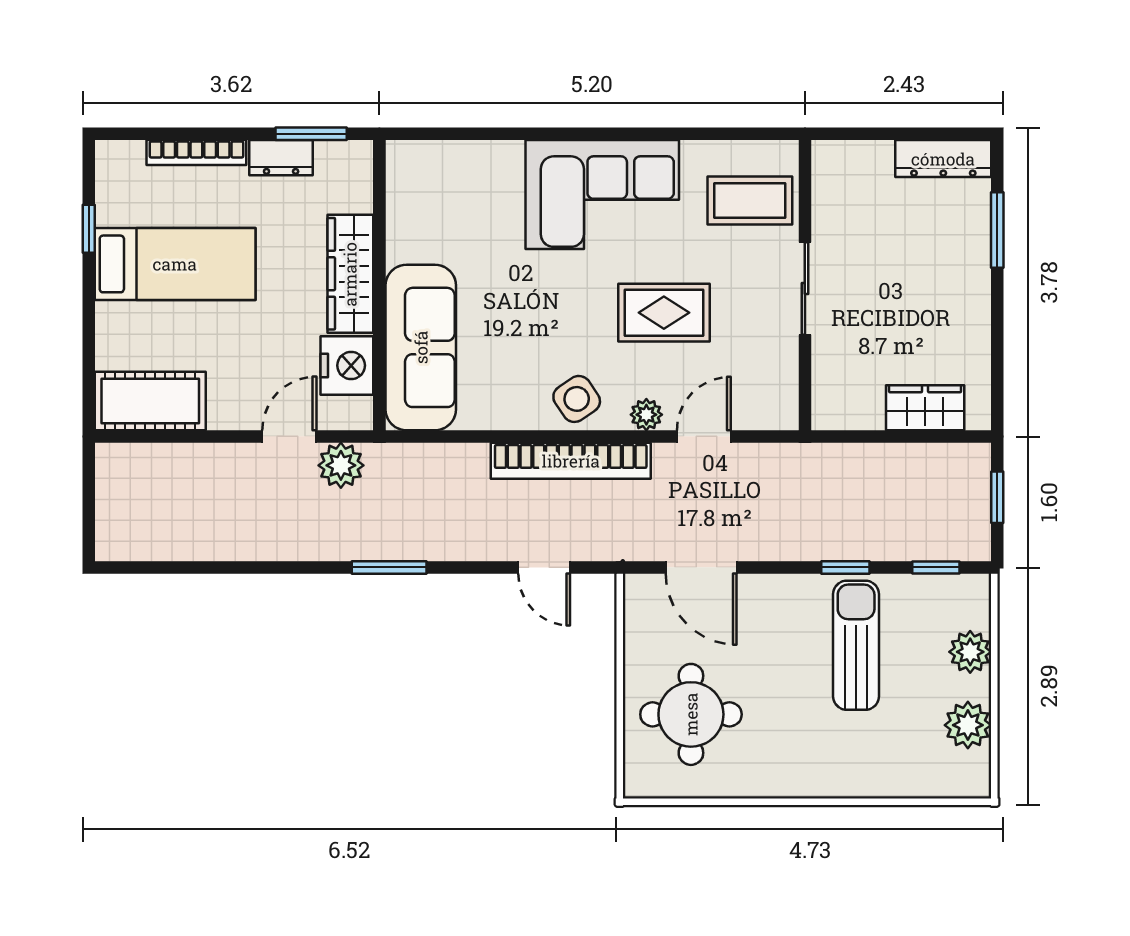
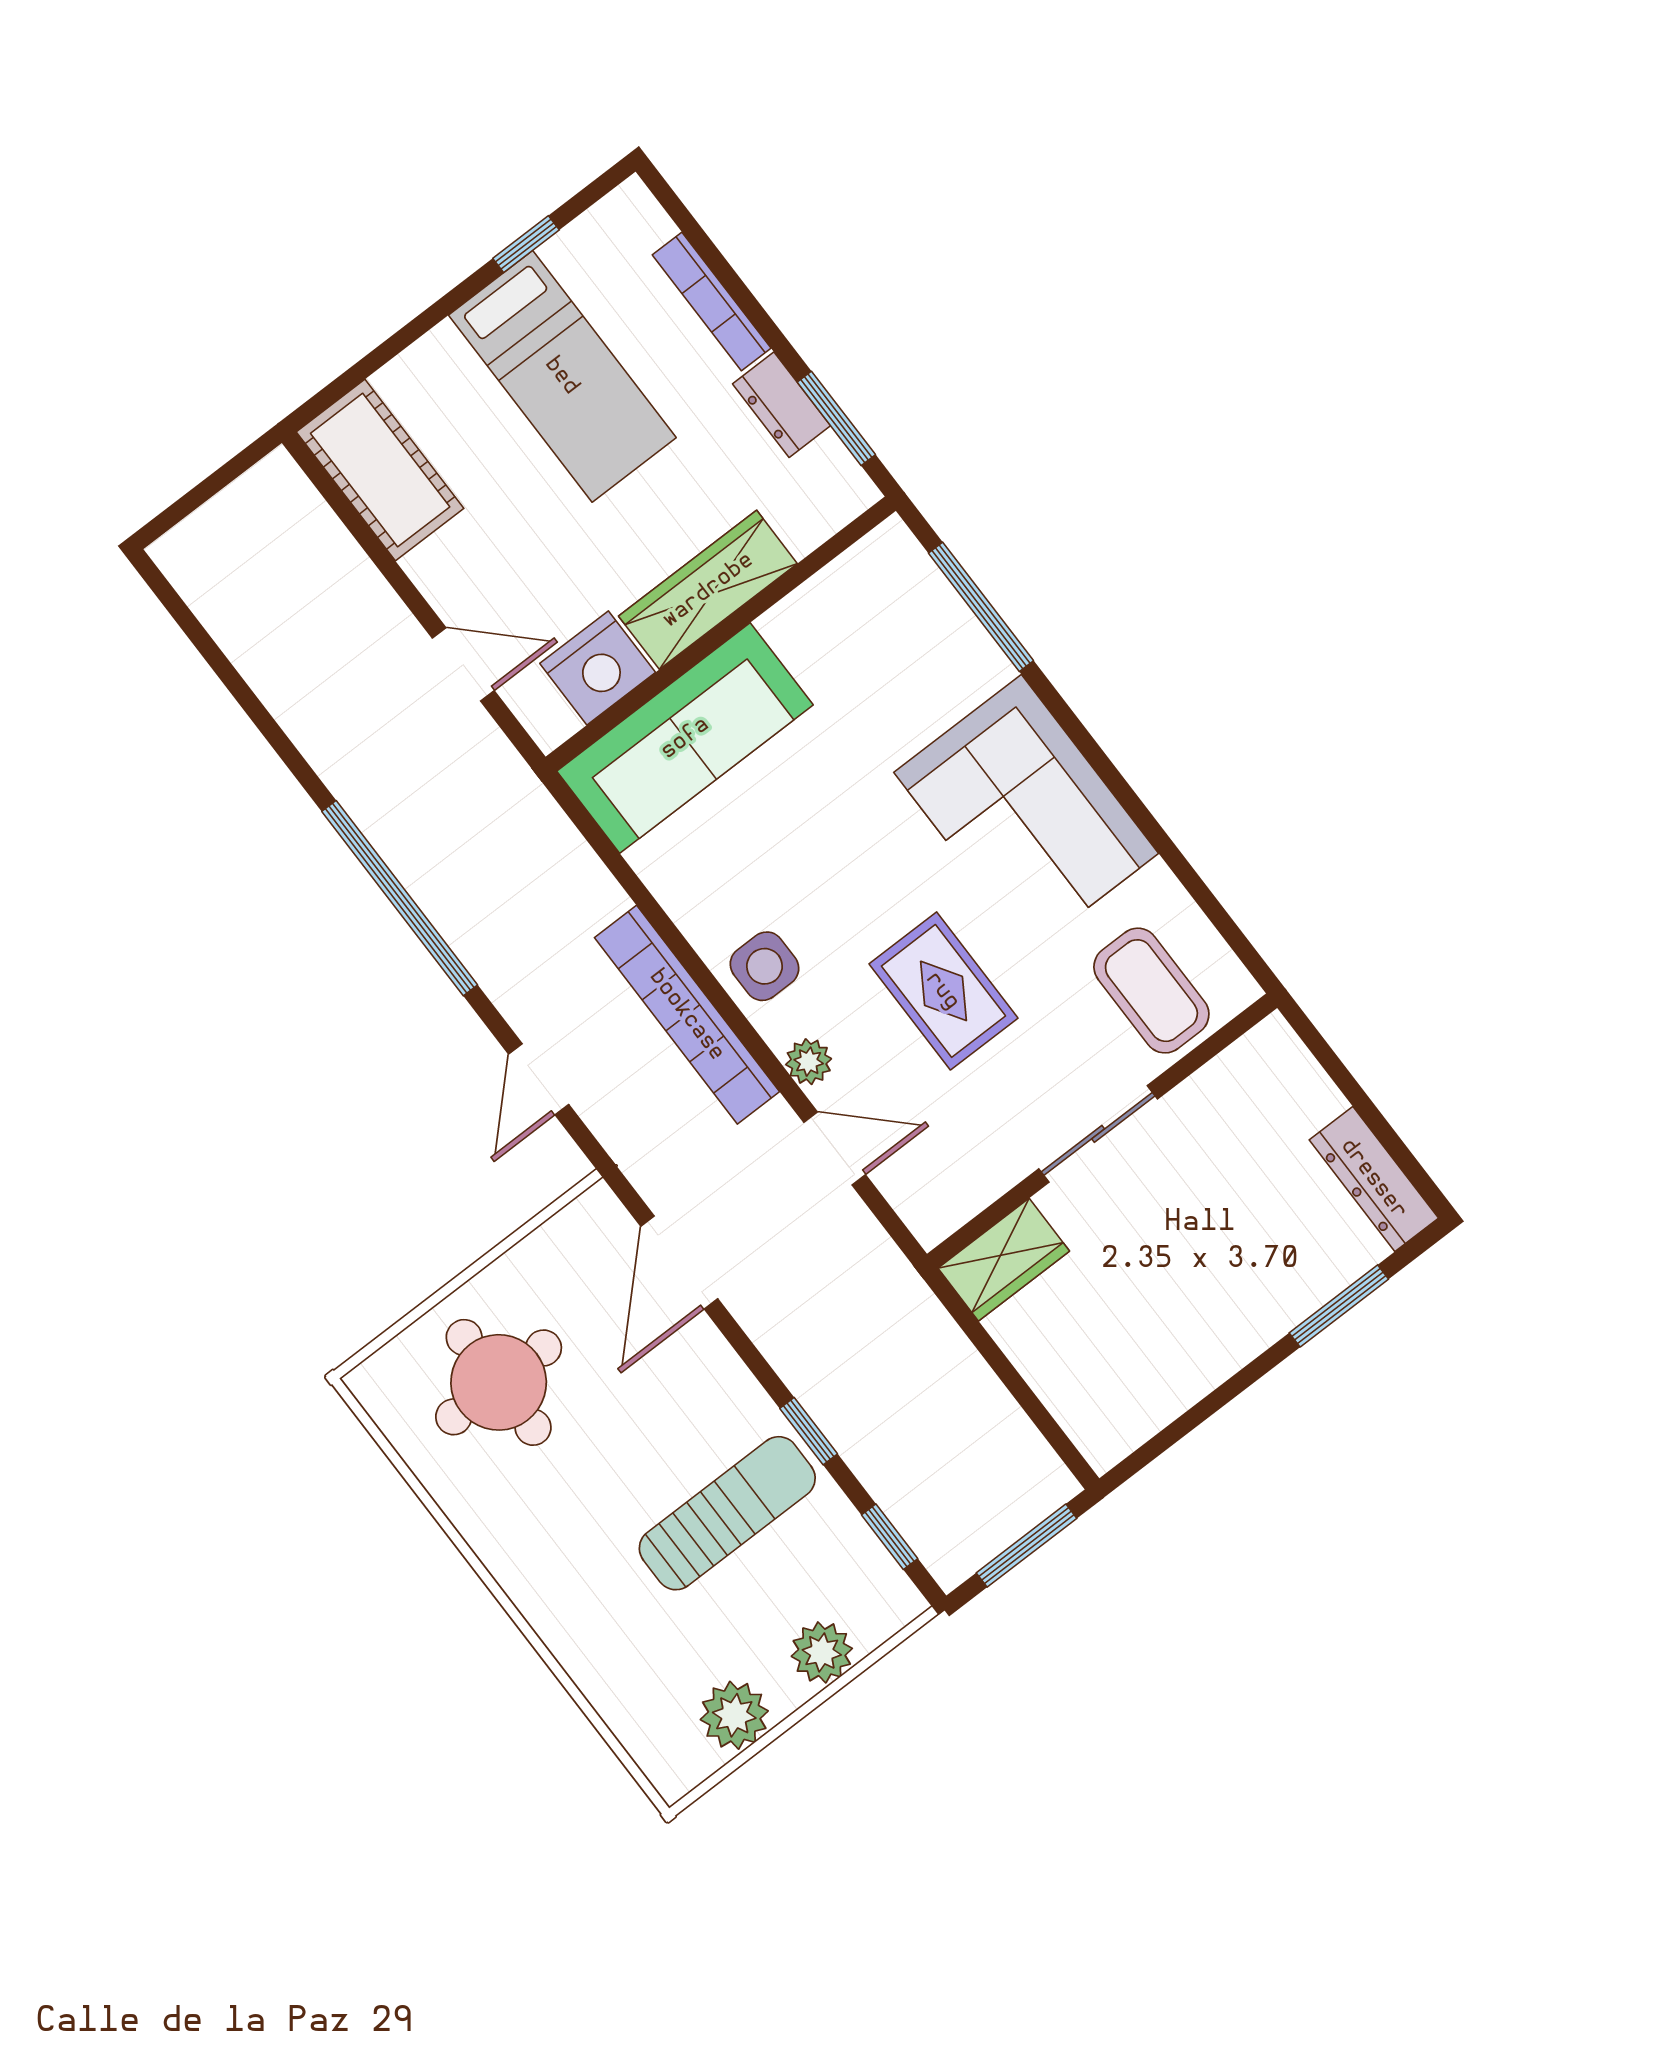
window: (472, 134) -> (981, 607), added
side table: (577, 399) -> (764, 966), turned 34
wardrobe: (925, 408) -> (1004, 1260), moved, turned 90
plant: (341, 465) -> (476, 750), removed
window: (997, 497) -> (1027, 1546), width x1.50
window: (389, 567) -> (400, 898), width x2.11

